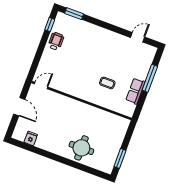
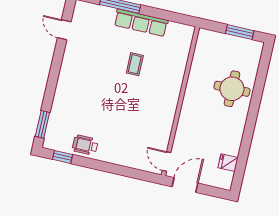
door: (41, 85) -> (167, 161), moved
row of seats: (135, 91) -> (141, 23), width x1.48
wall: (81, 101) -> (180, 101), moved

